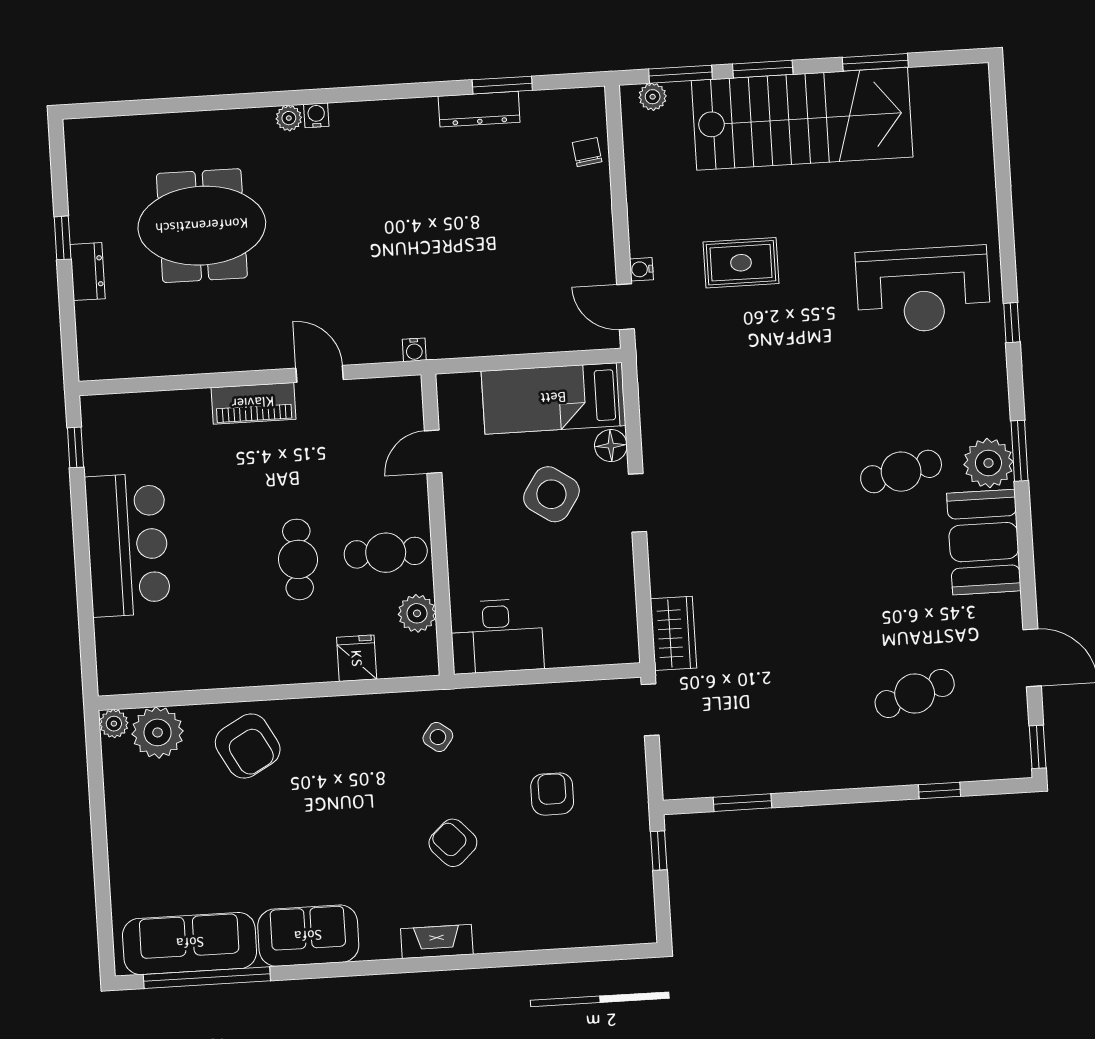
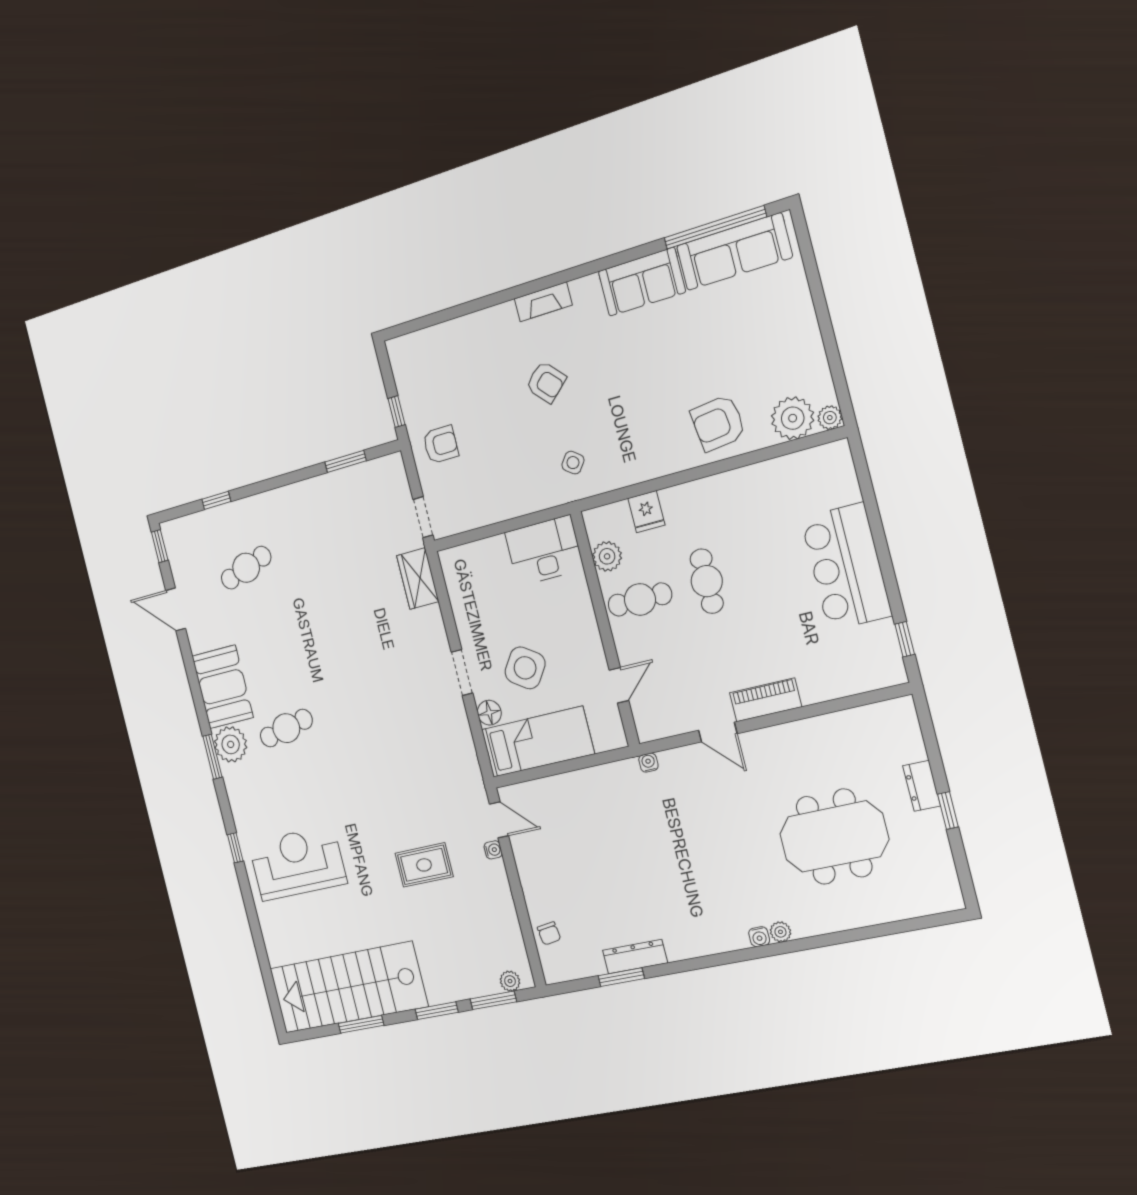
stairs: (802, 119) -> (348, 987), moved
armchair: (248, 746) -> (718, 423), turned -68
armchair: (552, 794) -> (441, 445), moved, turned -90

